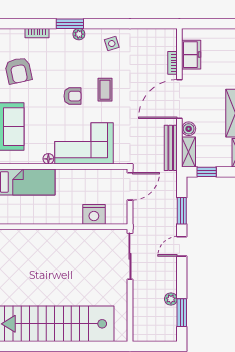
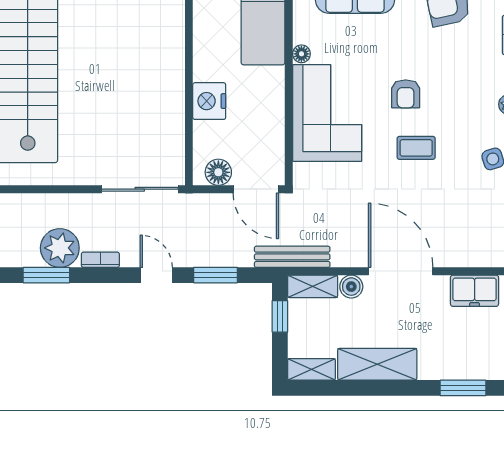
bookcase: (172, 63) -> (100, 260), moved
bench: (171, 148) -> (292, 257), moved
floor lamp: (120, 209) -> (218, 172), added
nightstand: (94, 214) -> (209, 101), moved
plant: (171, 299) -> (60, 248), width x1.88, depth x1.88

